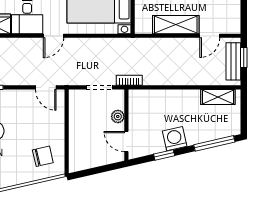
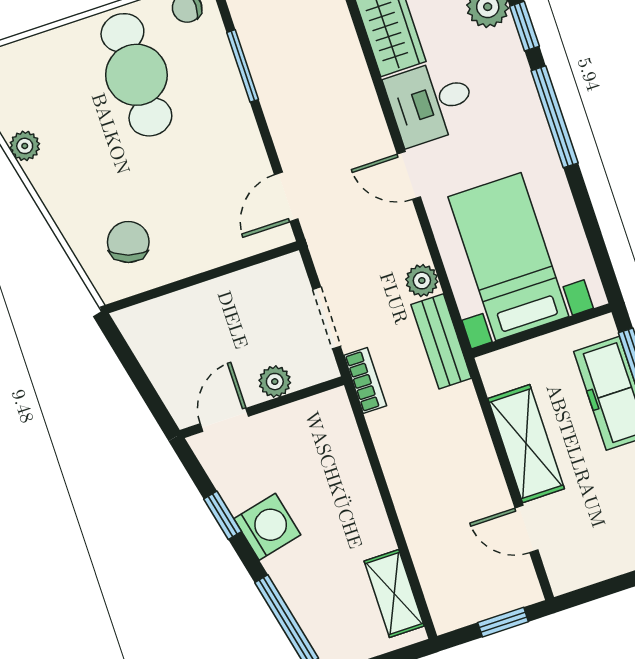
plant: (97, 45) -> (422, 281), added
bench: (233, 61) -> (441, 341), moved, turned 90
chair: (43, 156) -> (128, 242), turned -149

